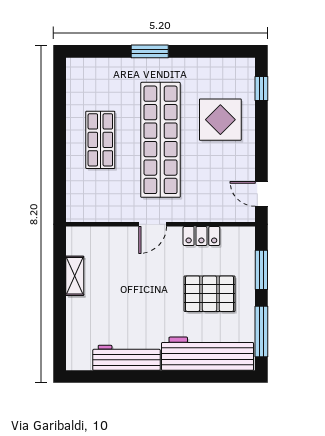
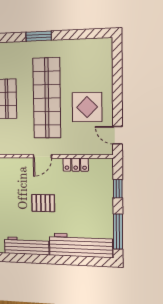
window: (261, 88) -> (117, 59), removed
display table: (220, 120) -> (87, 107), moved
window: (261, 270) -> (118, 189), width x0.67
pallet: (210, 294) -> (43, 203), moved, width x0.67, depth x0.71

